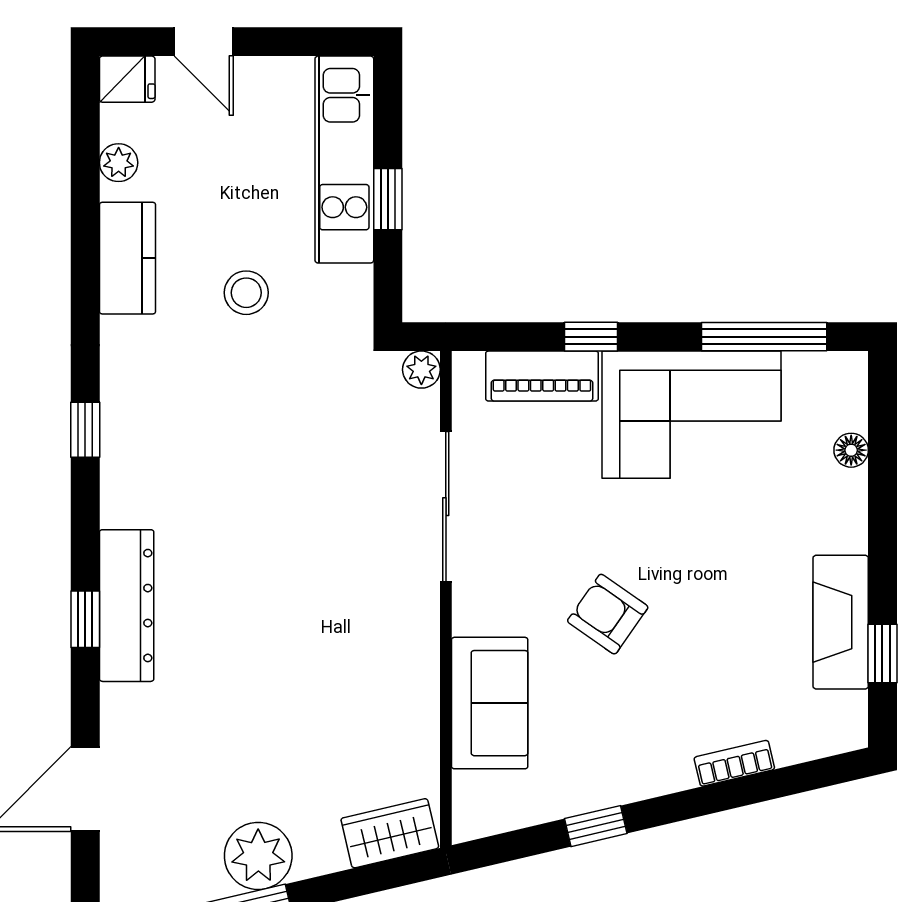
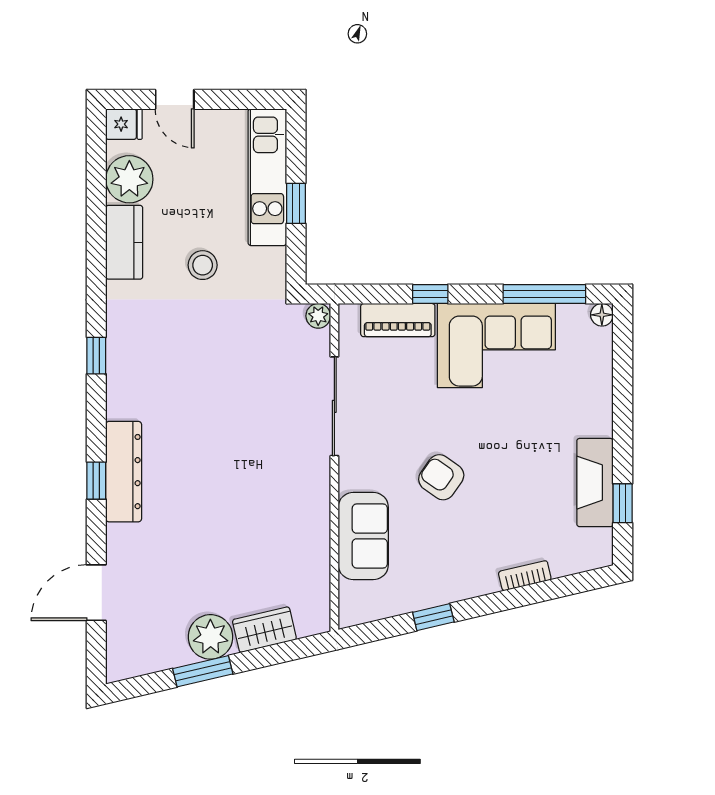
plant: (119, 163) -> (129, 179), width x1.87, depth x1.87
floor lamp: (851, 450) -> (602, 315), moved
wardrobe: (390, 833) -> (264, 630), moved

